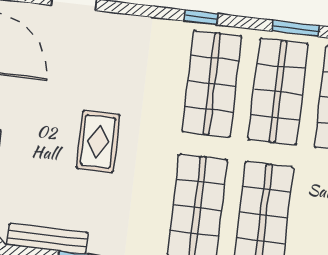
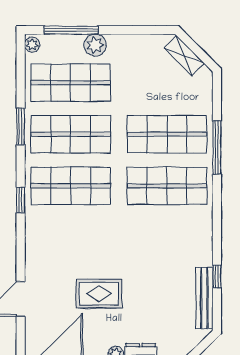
rug: (98, 141) -> (99, 294), moved

